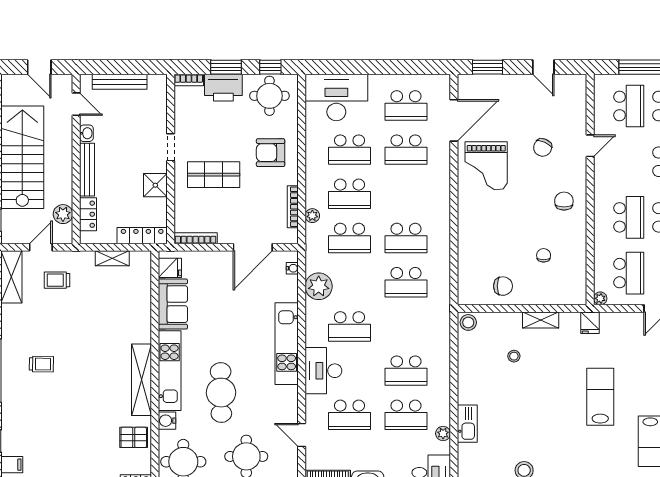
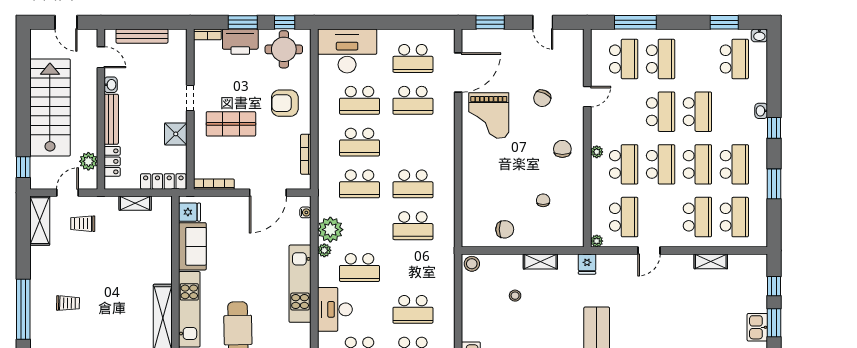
plant: (600, 204) -> (597, 152), added
plant: (312, 216) -> (324, 250), moved

